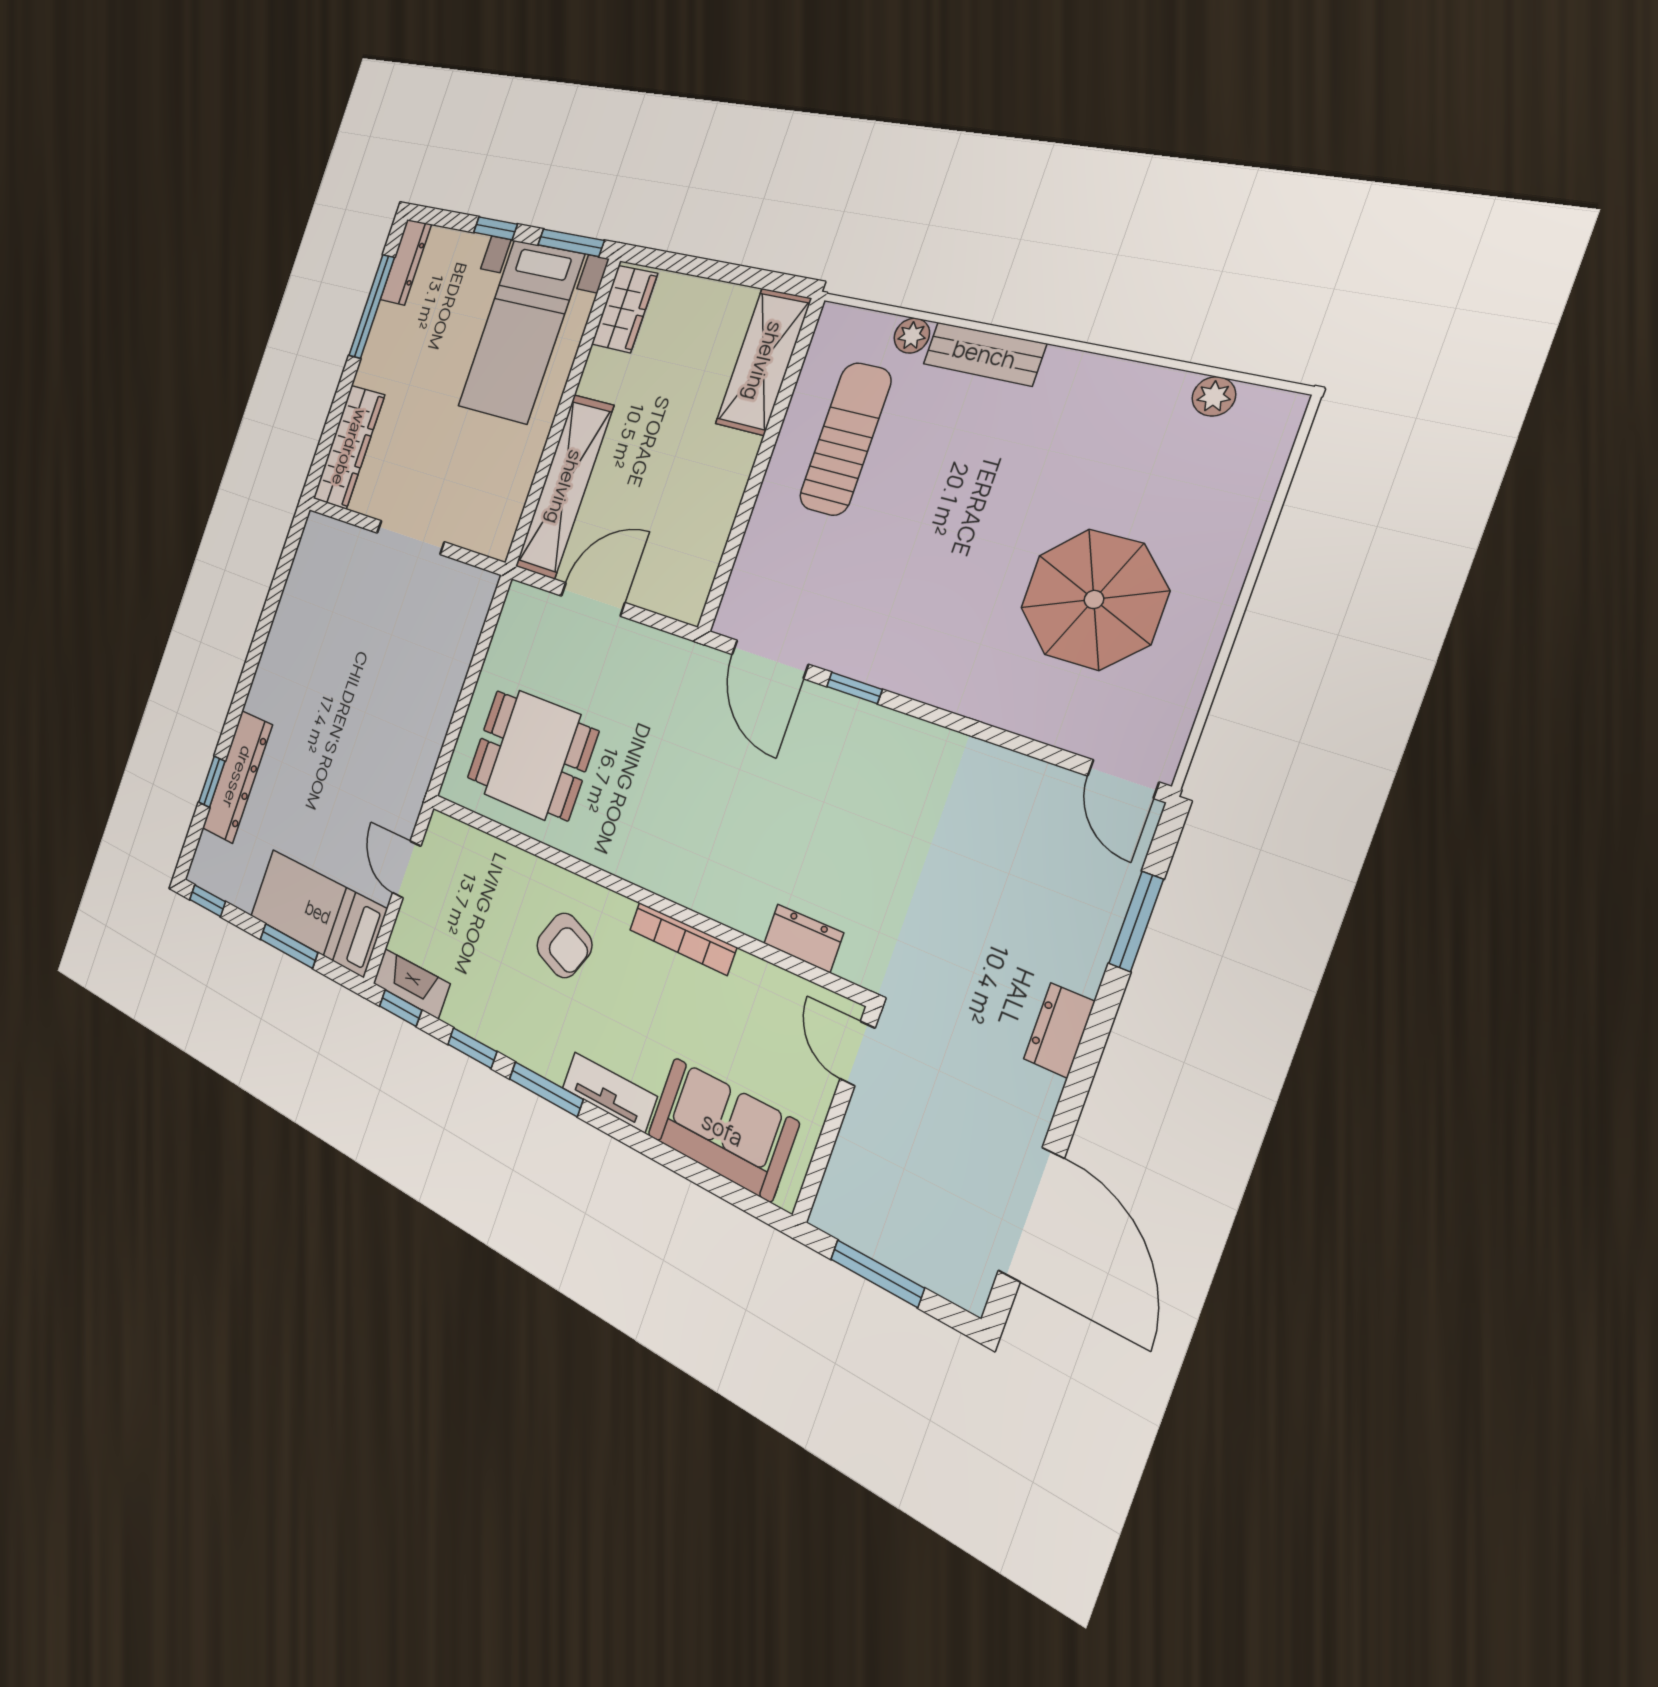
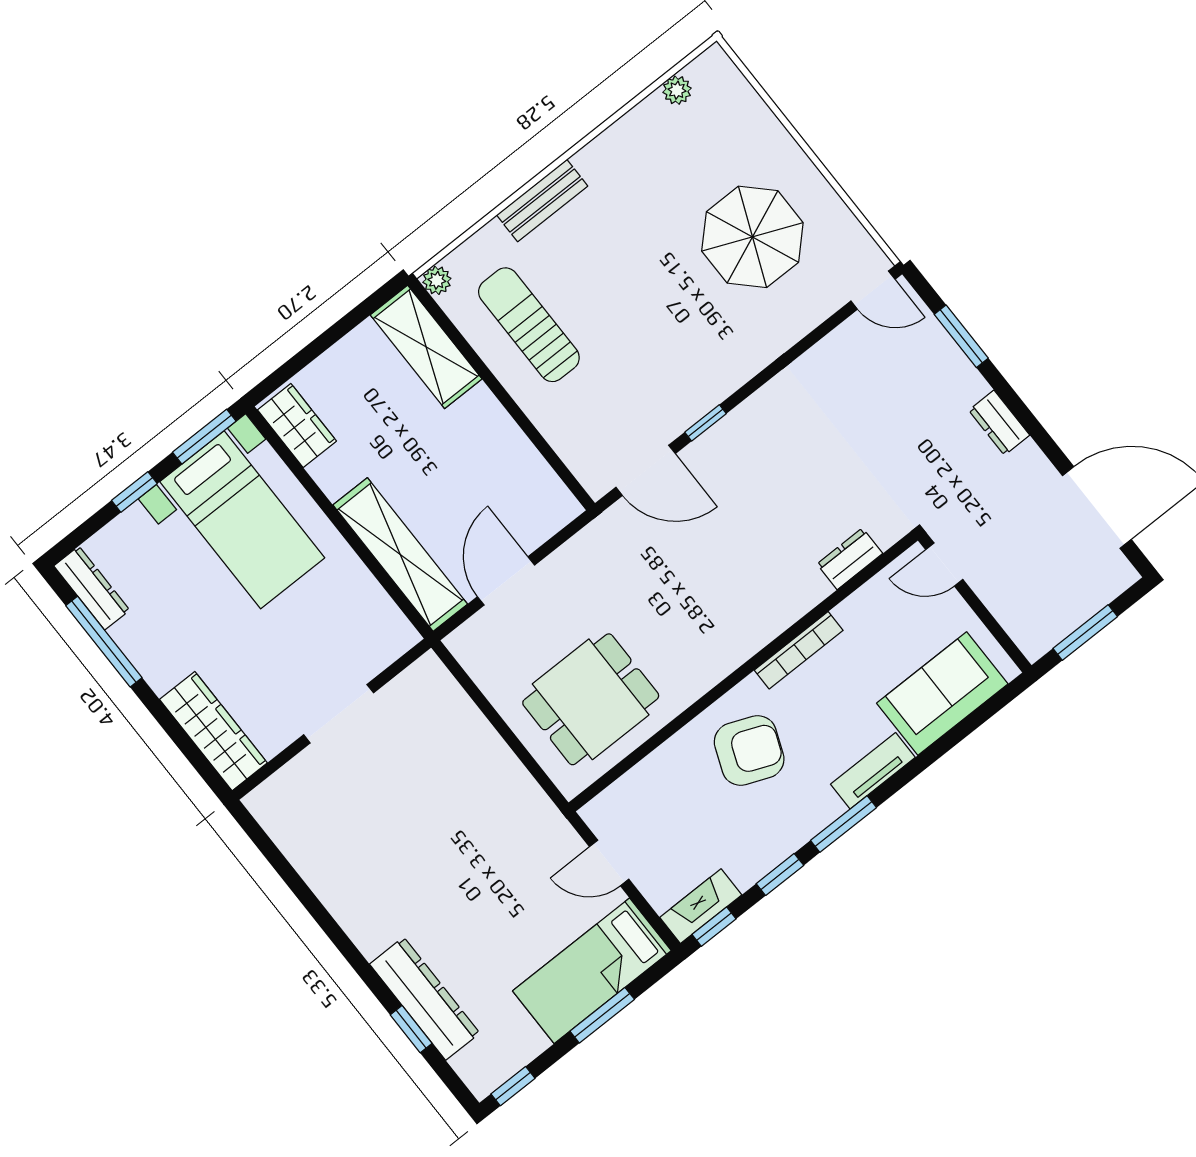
plant: (912, 336) -> (437, 280), moved
armchair: (564, 945) -> (749, 751), width x1.38, depth x1.38

